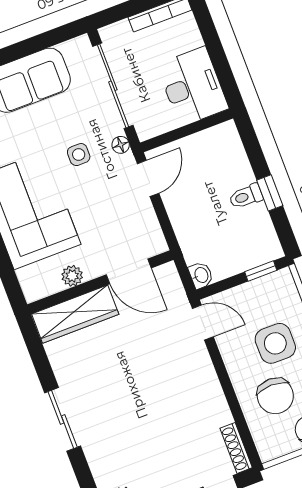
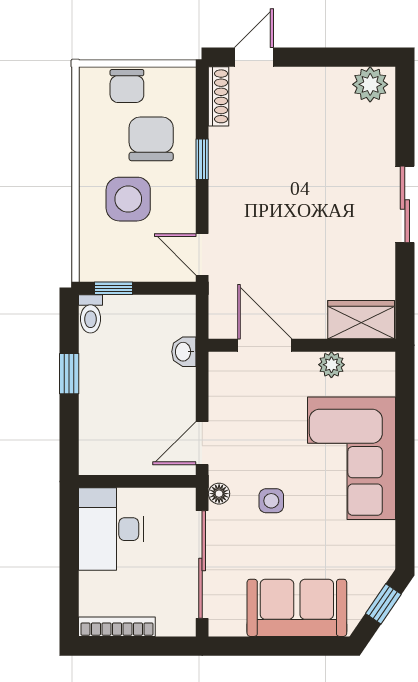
toilet: (246, 196) -> (90, 314), moved, turned 90
washbasin: (201, 275) -> (184, 352), moved
wardrobe: (75, 314) -> (361, 320), width x0.67
window: (230, 395) -> (202, 159), added

